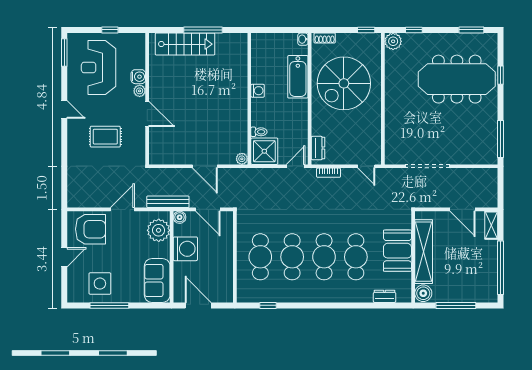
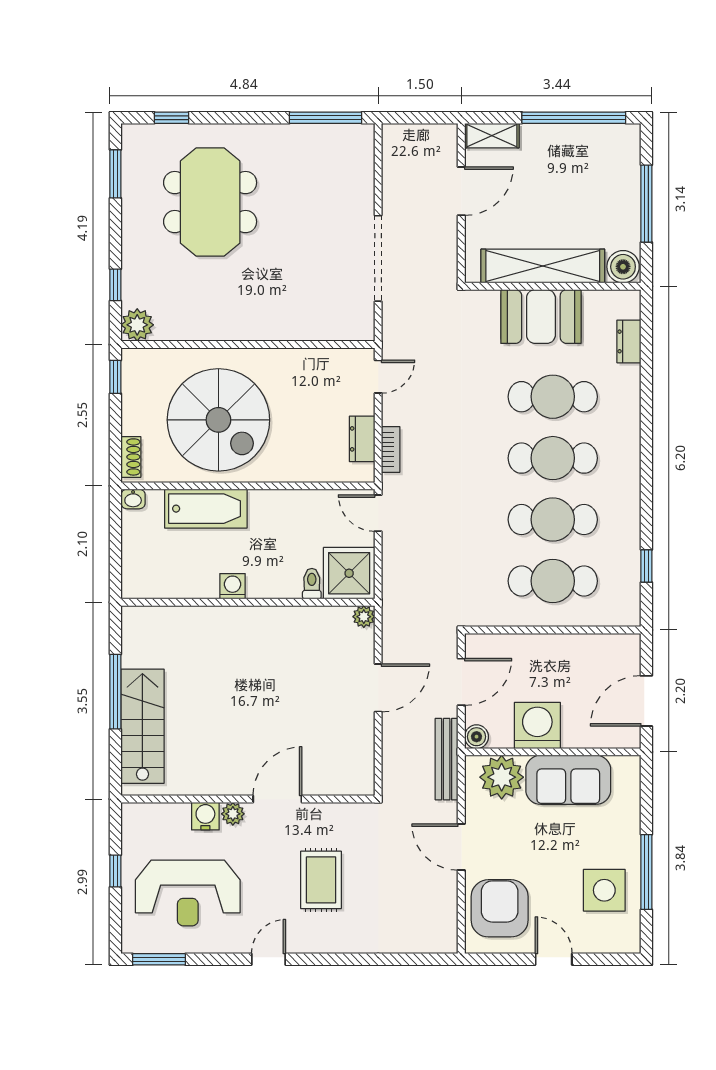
window: (501, 75) -> (171, 118), moved
meeting table: (457, 79) -> (210, 202), width x0.73
dresser: (318, 148) -> (362, 439), moved, turned -90
sofa: (157, 280) -> (568, 780), moved

